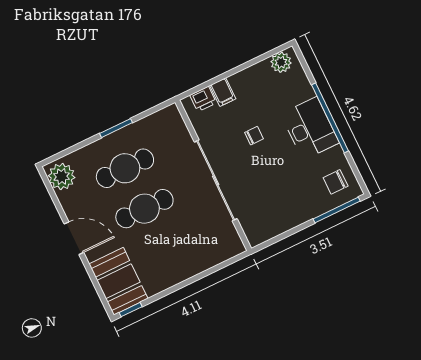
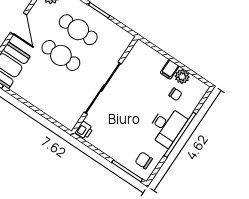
plant: (281, 62) -> (182, 77), moved
filing cabinet: (223, 92) -> (170, 69), moved
printer: (203, 99) -> (84, 130), moved, turned -90
chair: (254, 136) -> (175, 94), moved

